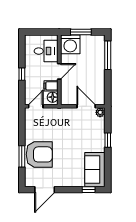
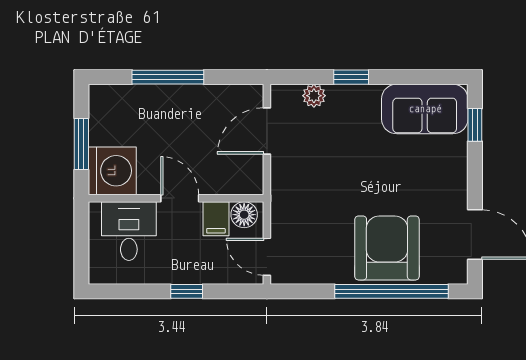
window: (108, 55) -> (168, 77), moved
plant: (100, 112) -> (314, 96), moved
window: (22, 156) -> (392, 291), width x2.11

